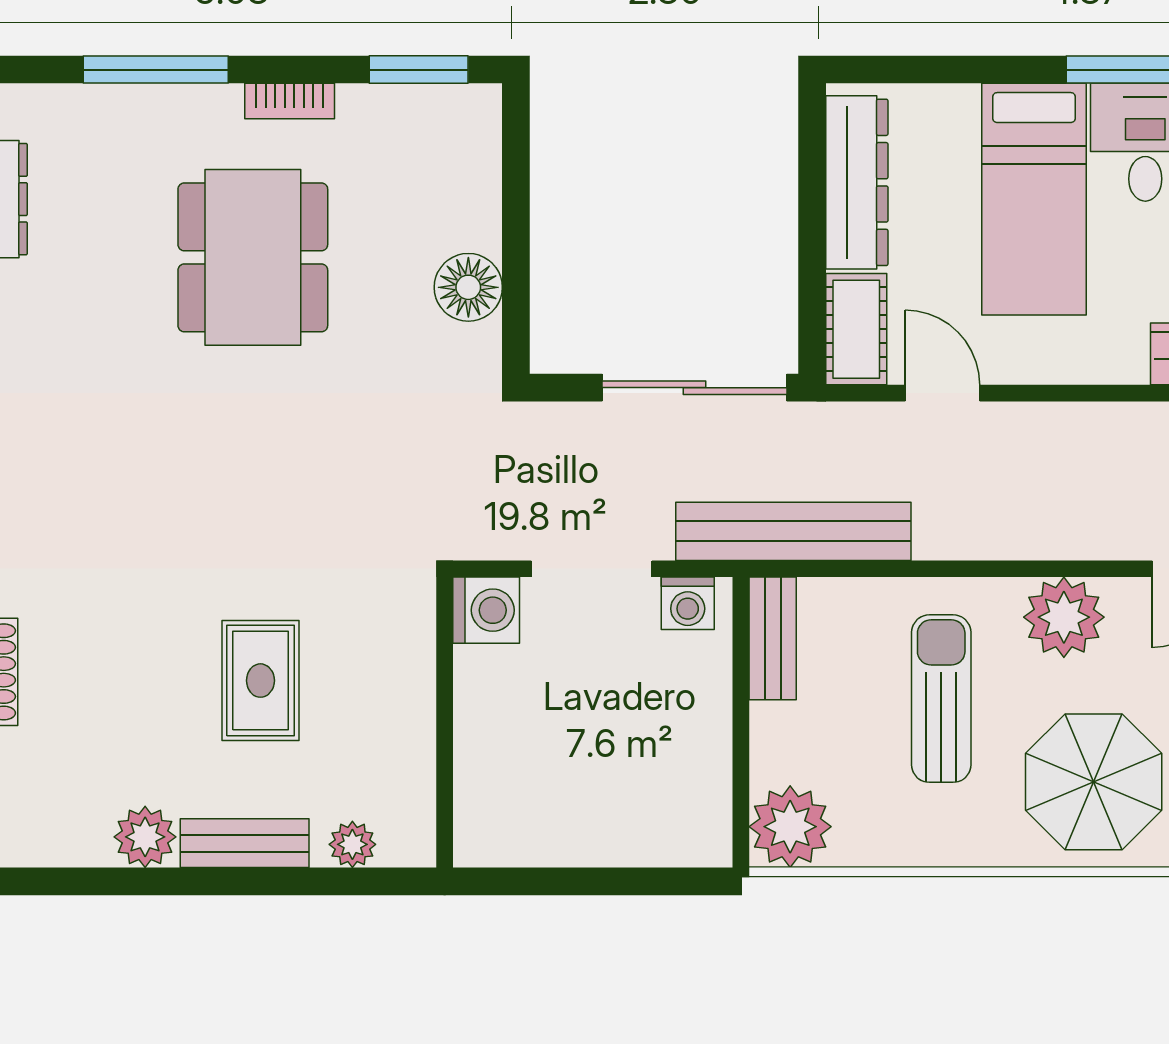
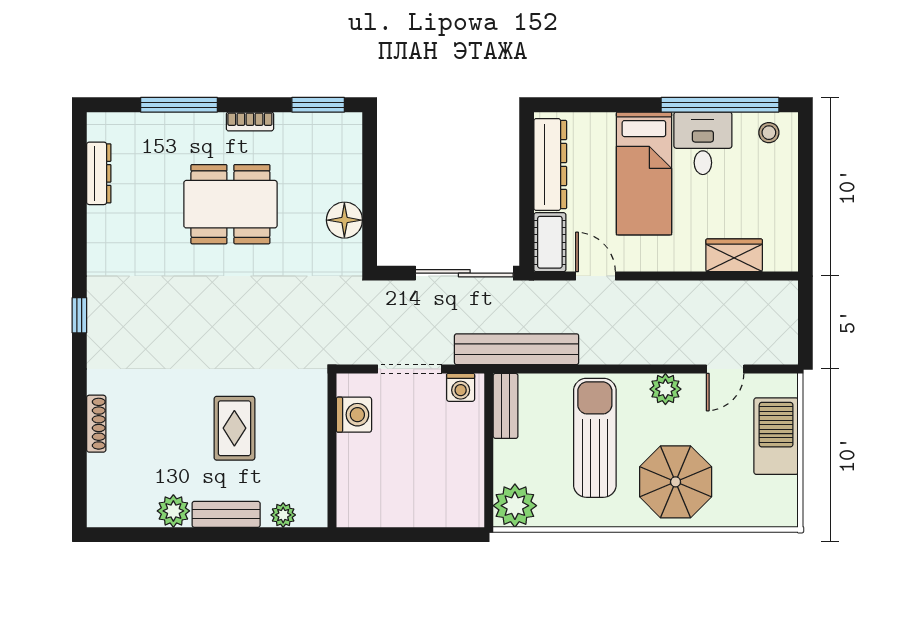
dining table: (253, 257) -> (230, 204), turned 90
washing machine: (486, 610) -> (354, 415), moved
plant: (1064, 617) -> (665, 389), width x0.73, depth x0.73
sun lounger: (941, 699) -> (595, 438), width x1.36, depth x1.34

